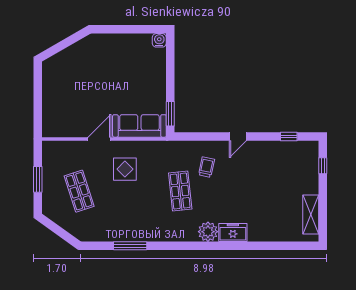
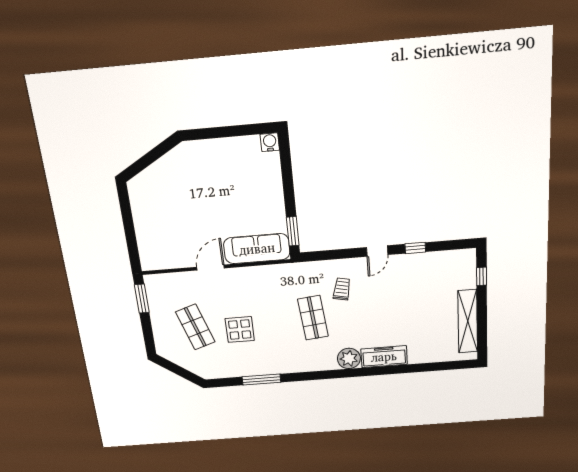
window: (289, 136) -> (415, 248), moved
display table: (125, 169) -> (240, 330), moved
window: (38, 179) -> (142, 299), moved
shelving: (311, 215) -> (468, 321), width x1.47
freezer: (233, 233) -> (384, 357), width x1.40

